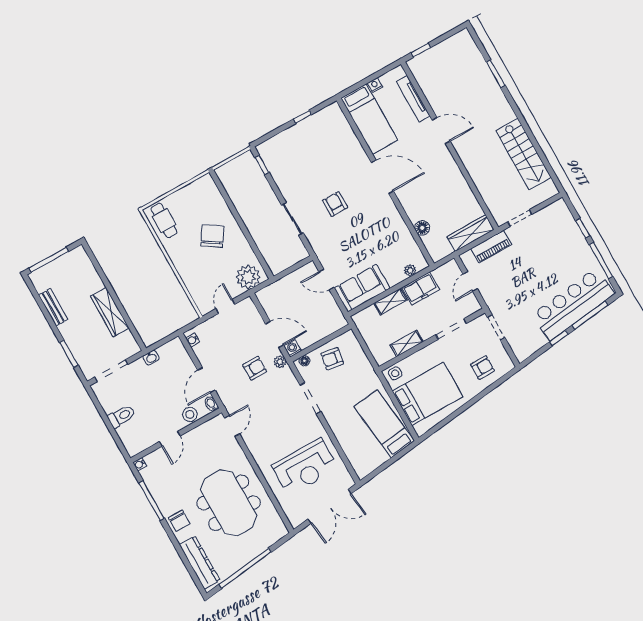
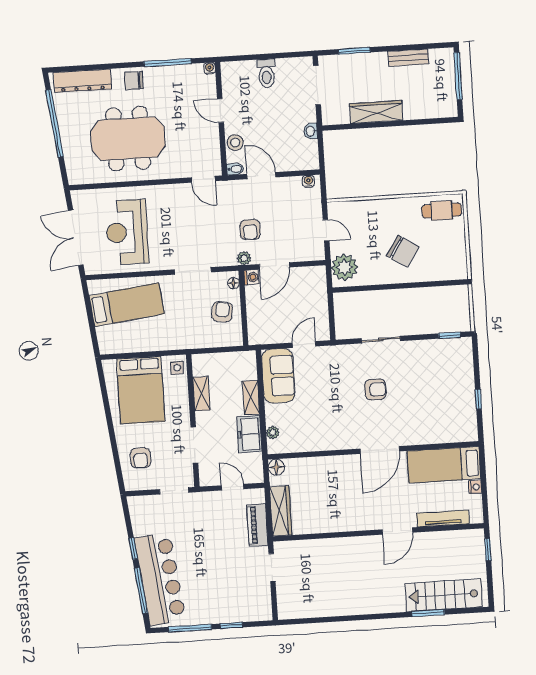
stairs: (523, 154) -> (444, 595), moved
floor lamp: (422, 228) -> (276, 467), moved
bed: (384, 424) -> (127, 305), moved

